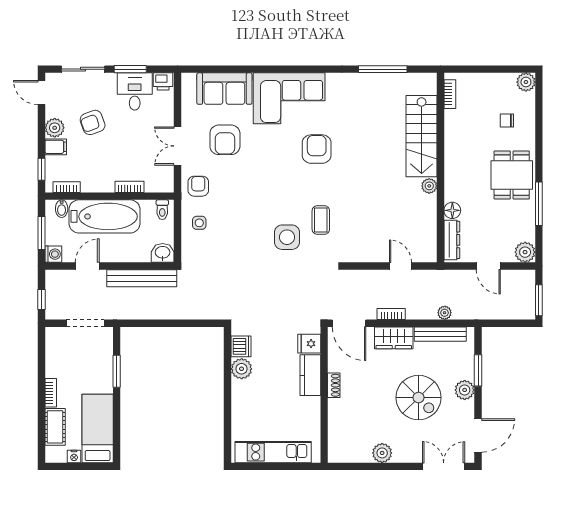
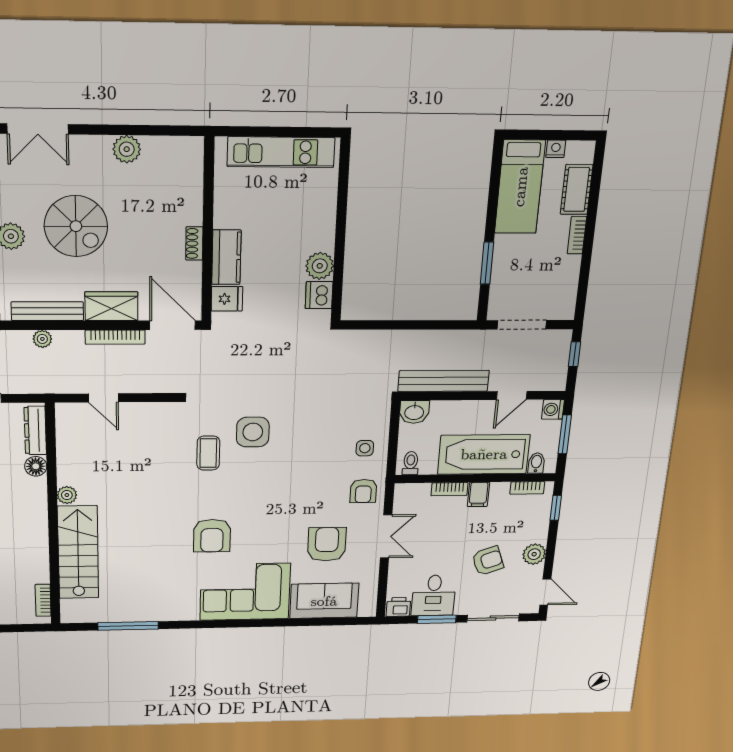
filing cabinet: (56, 147) -> (478, 494), moved, turned -90
bookcase: (391, 314) -> (115, 337), width x1.56
spiral stairs: (419, 398) -> (76, 226), turned 180

